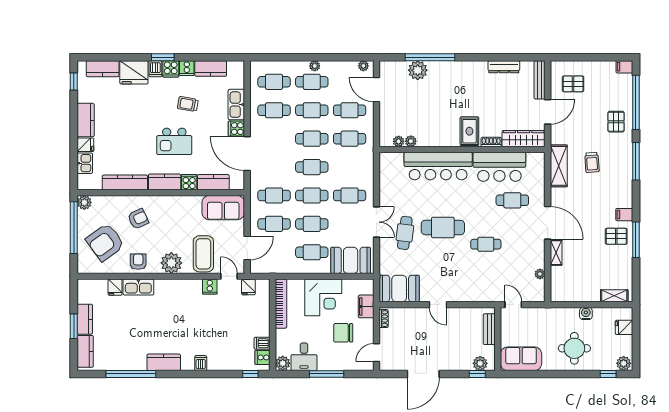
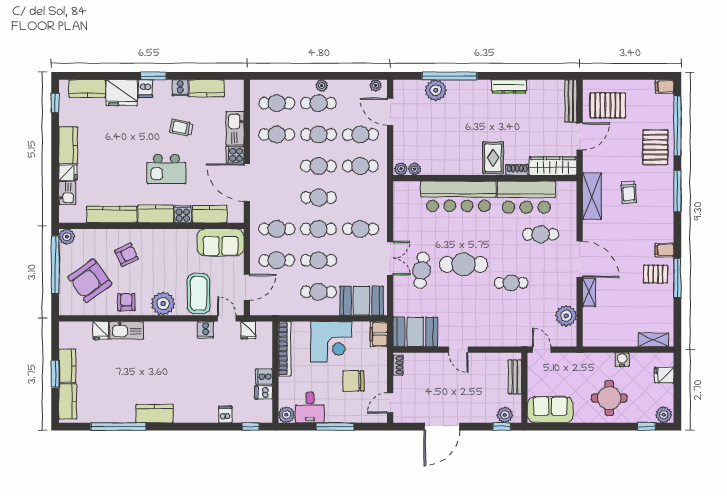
dresser: (504, 67) -> (509, 86), moved
cooker: (171, 69) -> (162, 89), removed
pallet: (573, 84) -> (608, 105), width x1.50, depth x1.42
pallet: (616, 122) -> (655, 147), width x1.50, depth x1.42
plant: (411, 141) -> (401, 169), moved
plant: (540, 274) -> (566, 316), width x1.88, depth x1.88
filing cabinet: (366, 306) -> (379, 334), moved
cooker: (263, 357) -> (264, 377), moved
dishwasher: (201, 363) -> (225, 414), moved

